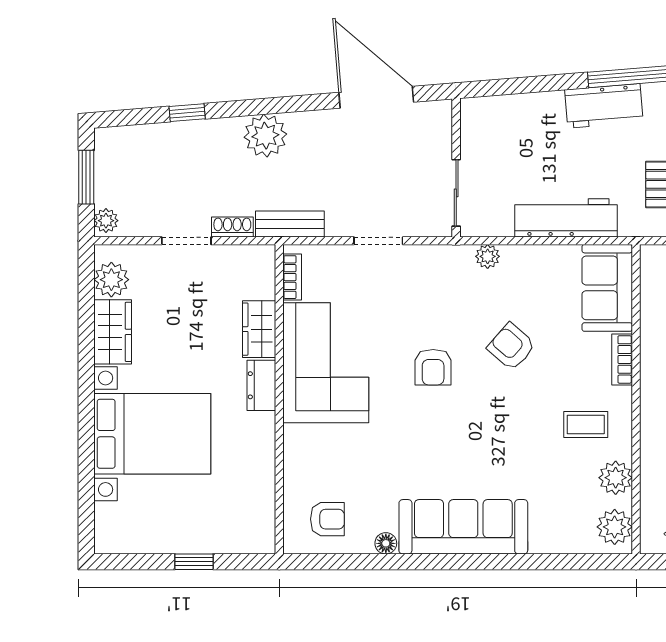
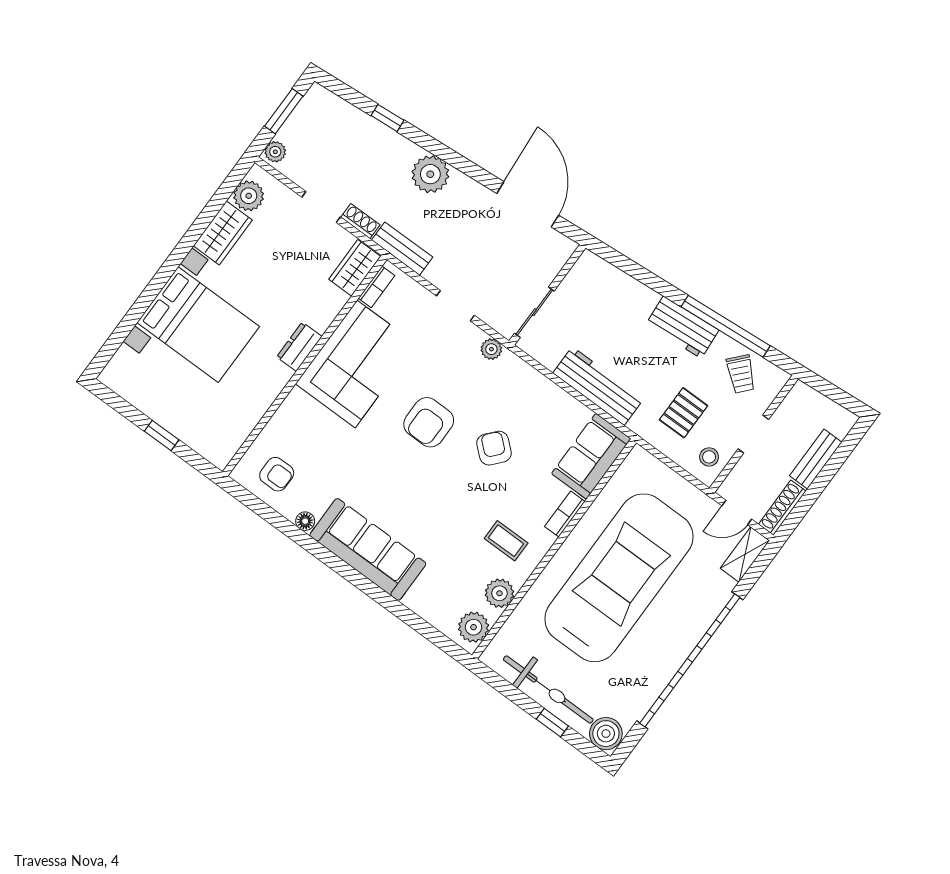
plant: (488, 256) -> (491, 349), moved
wardrobe: (259, 329) -> (355, 268), moved
armchair: (433, 367) -> (429, 422), width x1.38, depth x1.38

